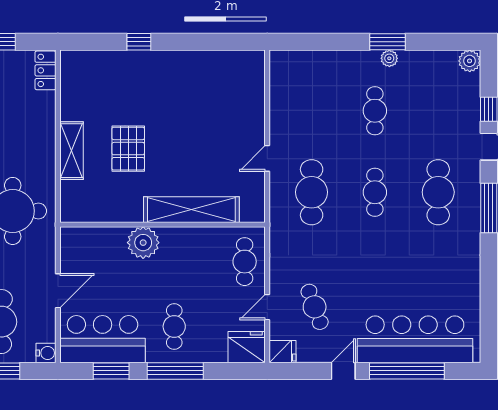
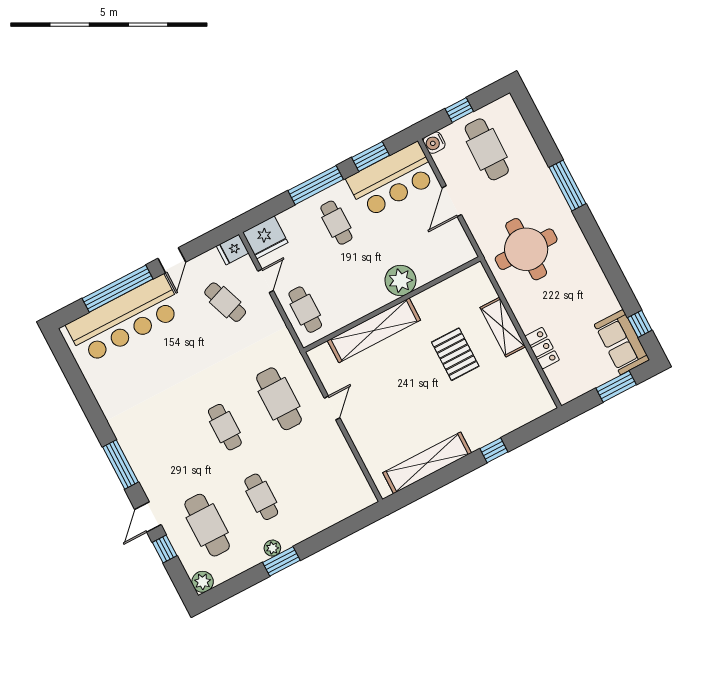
shelving: (206, 62) -> (427, 463), added
locker: (46, 70) -> (542, 348), moved
cafe table: (438, 192) -> (207, 525), moved

